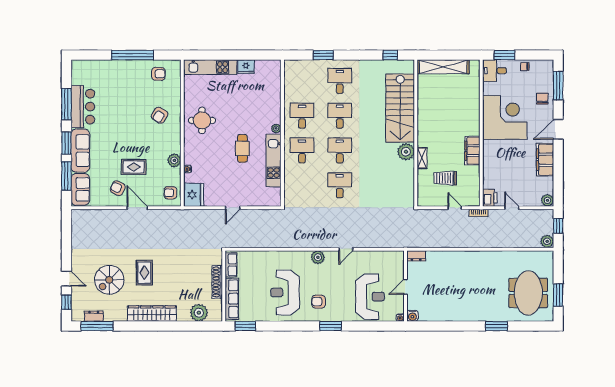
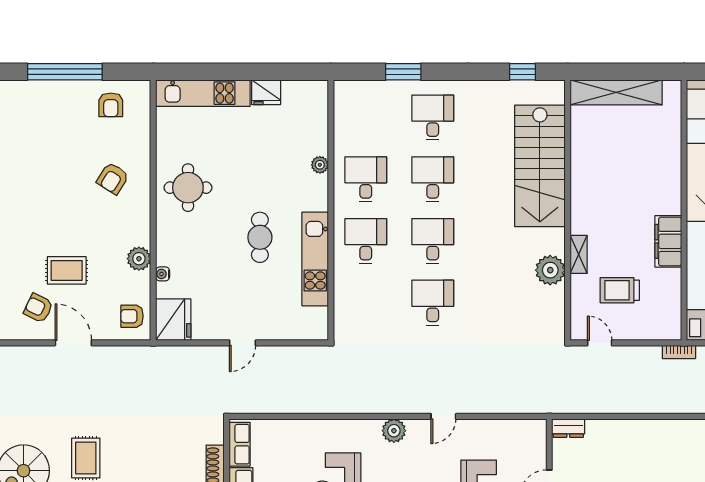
armchair: (158, 74) -> (111, 105), turned 90
plant: (276, 128) -> (320, 165), moved
plant: (406, 152) -> (550, 270), moved
door: (455, 208) -> (600, 343), moved

